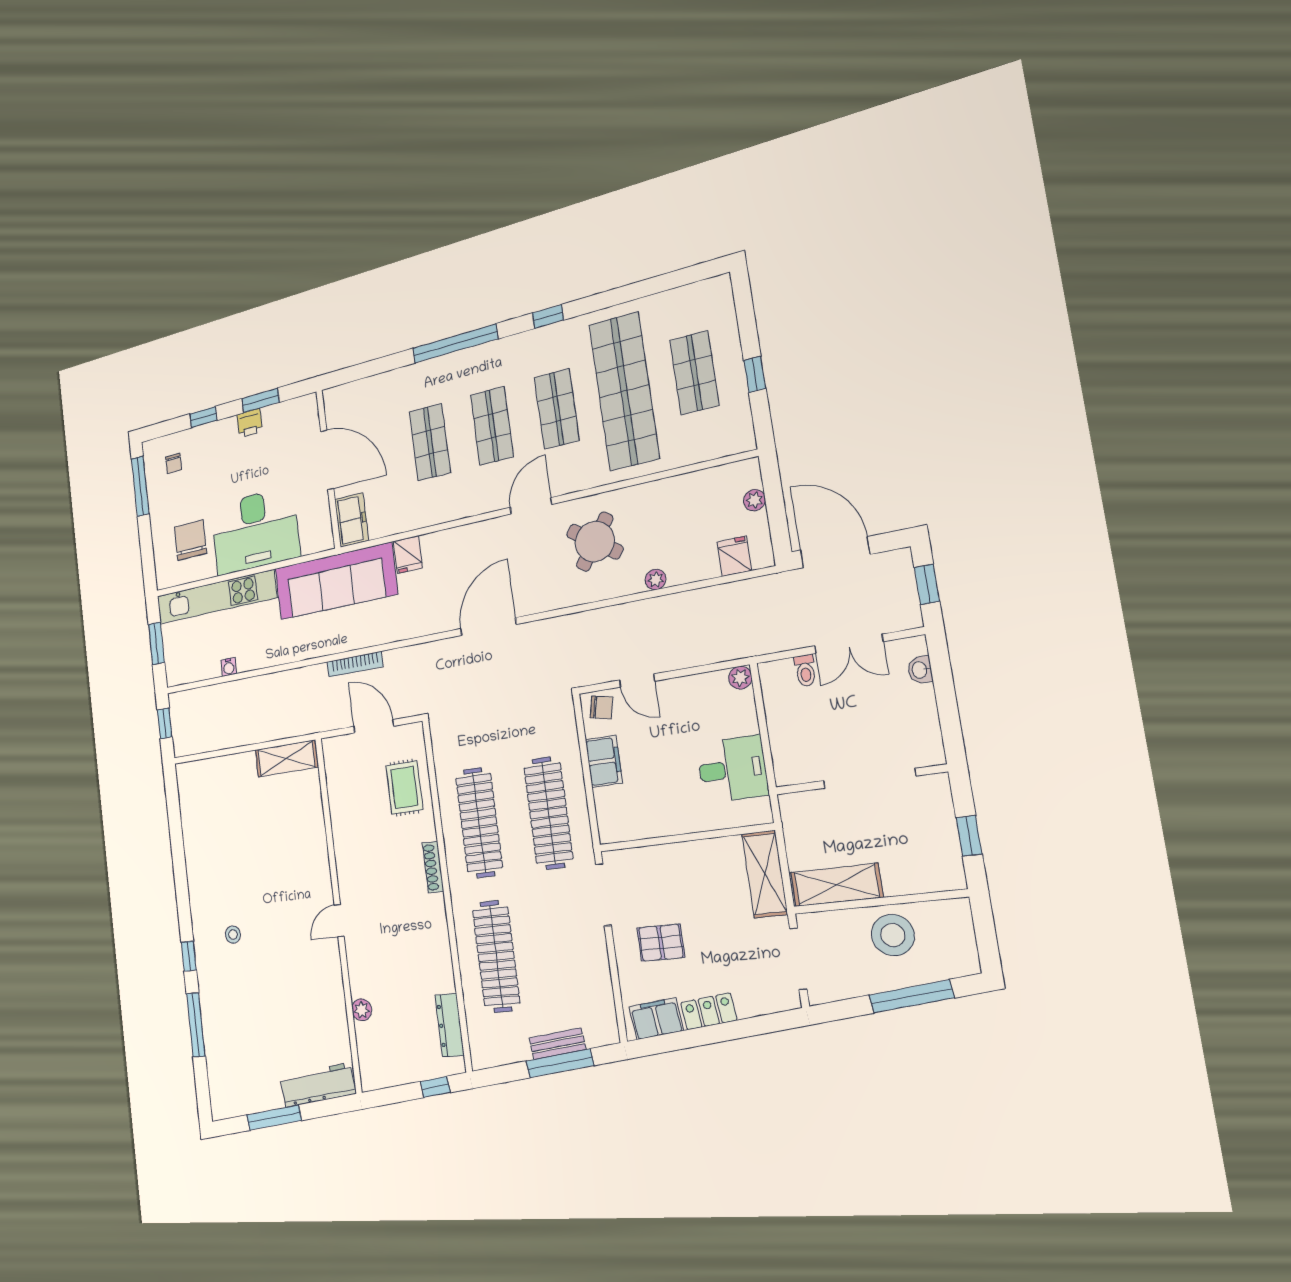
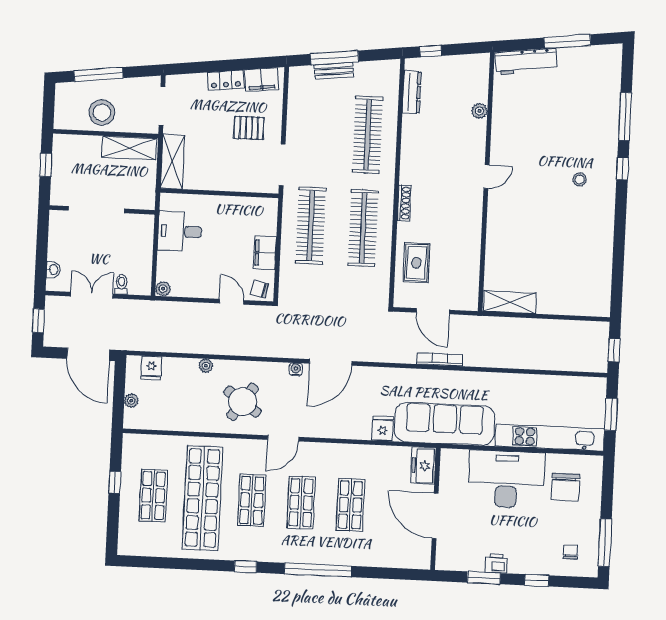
water cooler: (229, 667) -> (296, 369), moved

